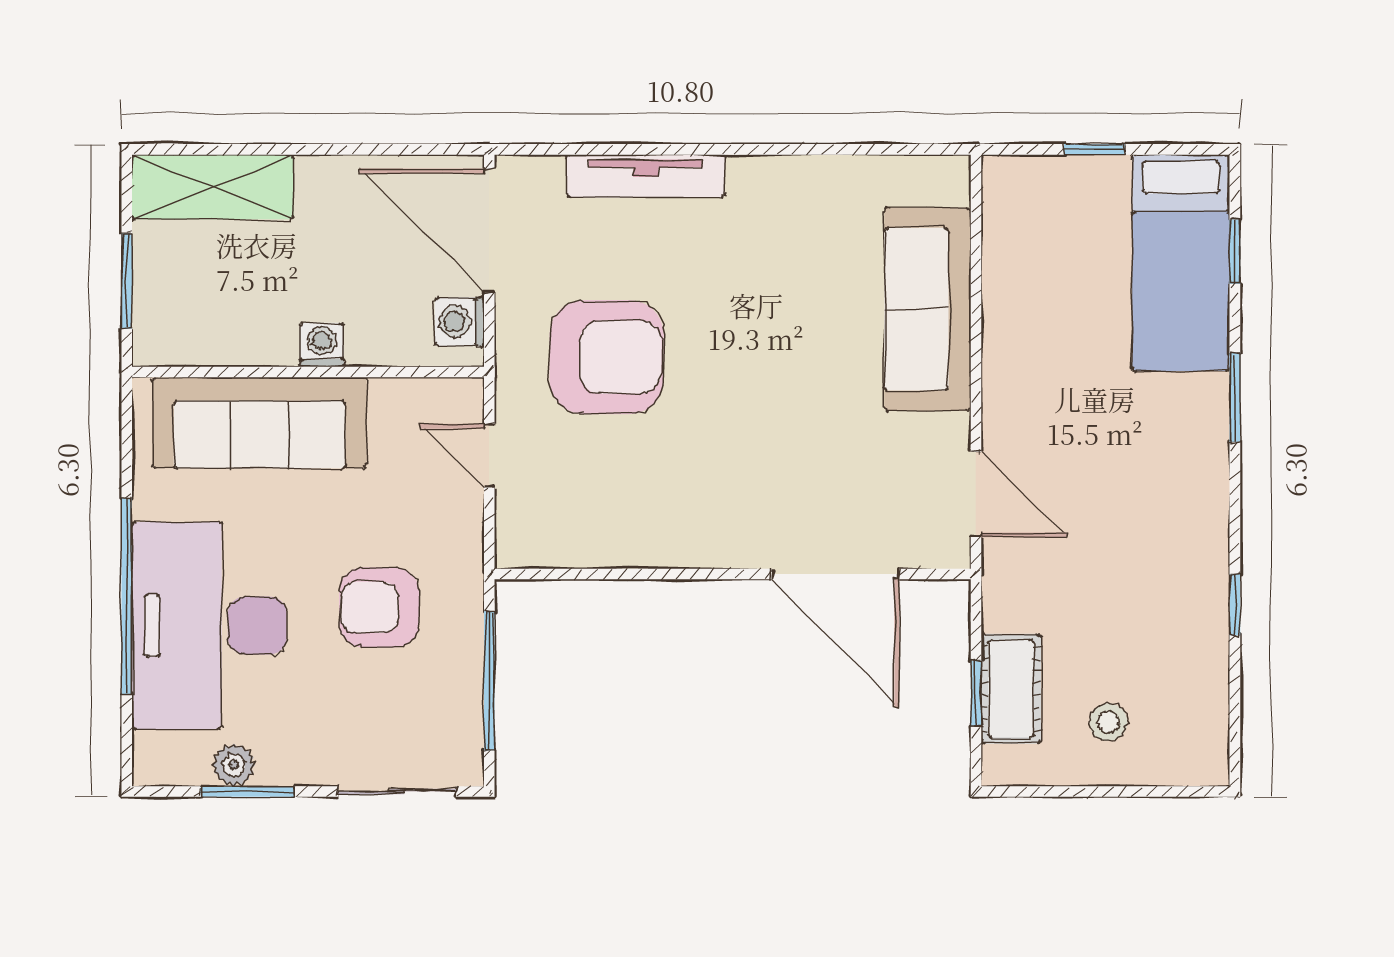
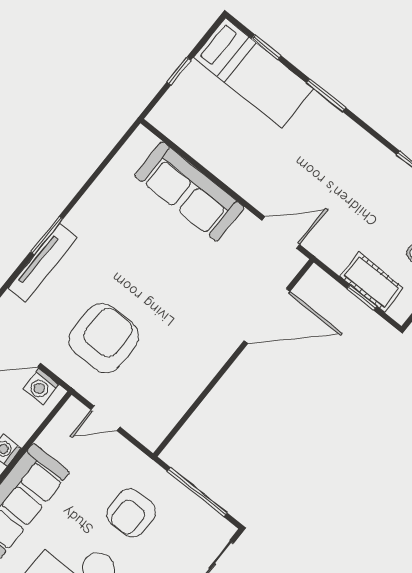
window: (691, 149) -> (47, 236), added

